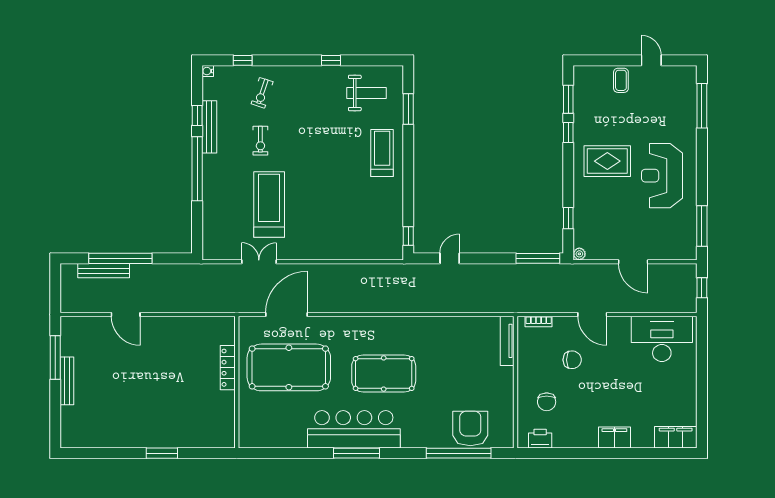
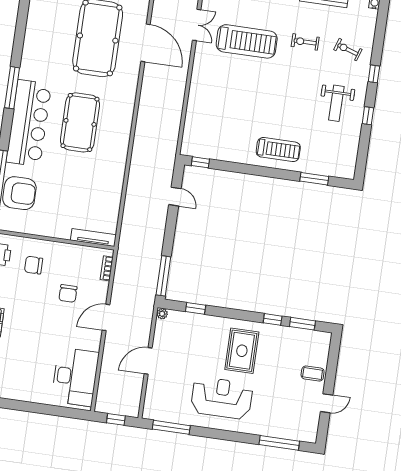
window: (243, 60) -> (374, 74), moved
weight bench: (367, 93) -> (336, 103), moved
bar counter: (354, 429) -> (29, 123), moved

